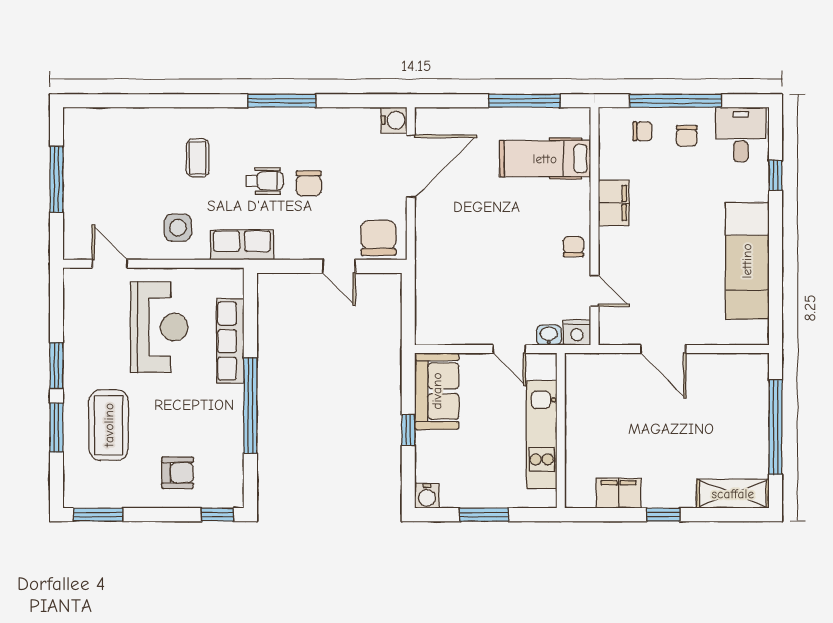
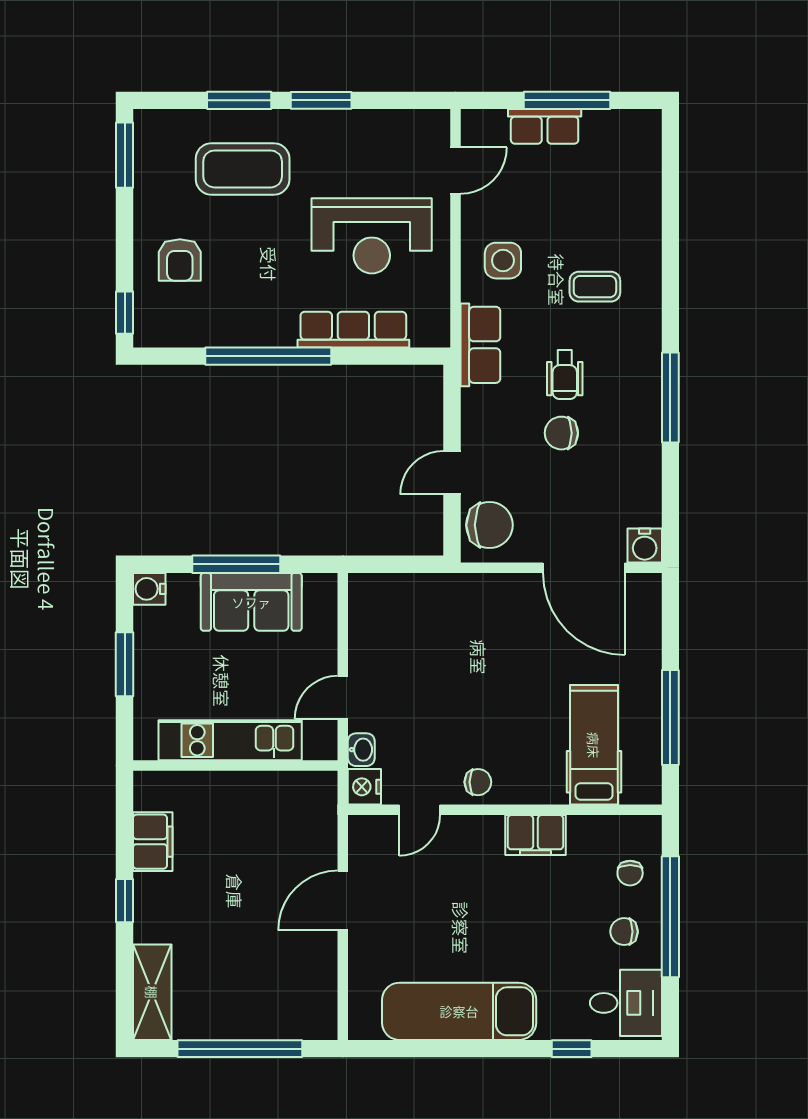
row of seats: (76, 196) -> (545, 126), added
sofa: (437, 391) -> (251, 602), moved
window: (408, 430) -> (236, 564), width x2.17

